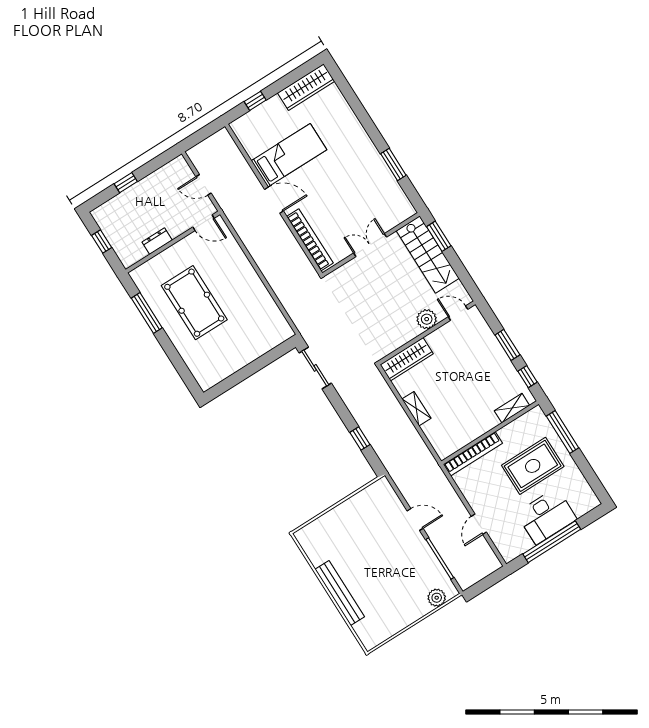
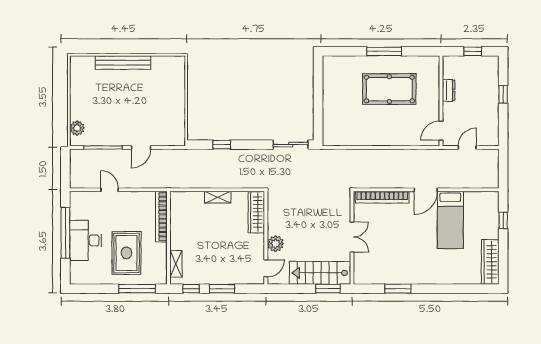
window: (147, 313) -> (384, 51), moved

